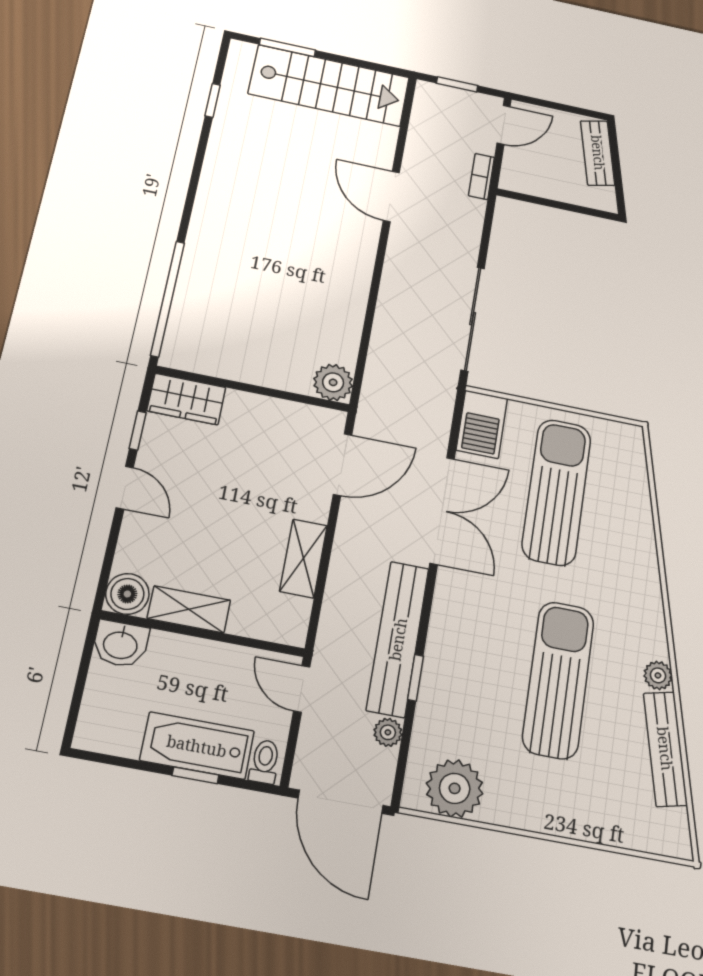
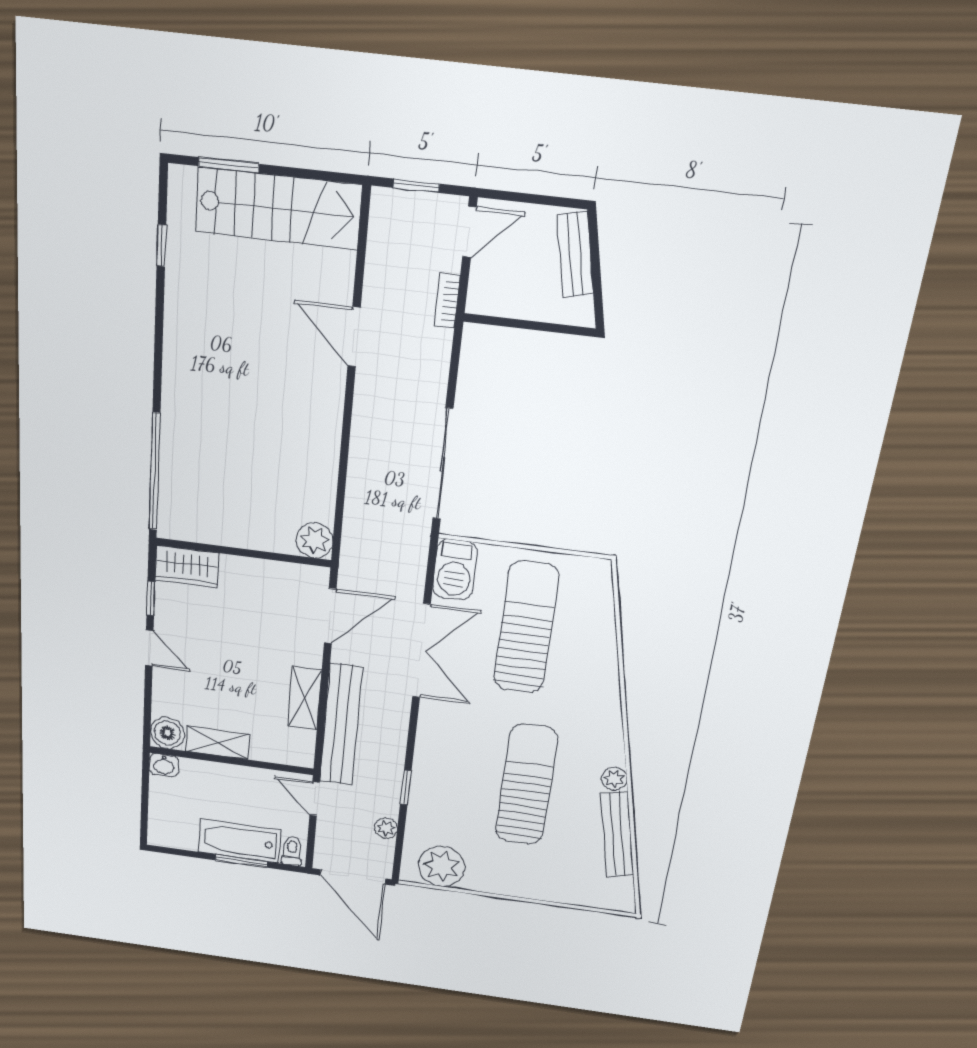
bench: (398, 639) -> (341, 725), moved
washbasin: (121, 644) -> (164, 765), width x0.72, depth x0.69
window: (195, 775) -> (241, 861), width x1.50

